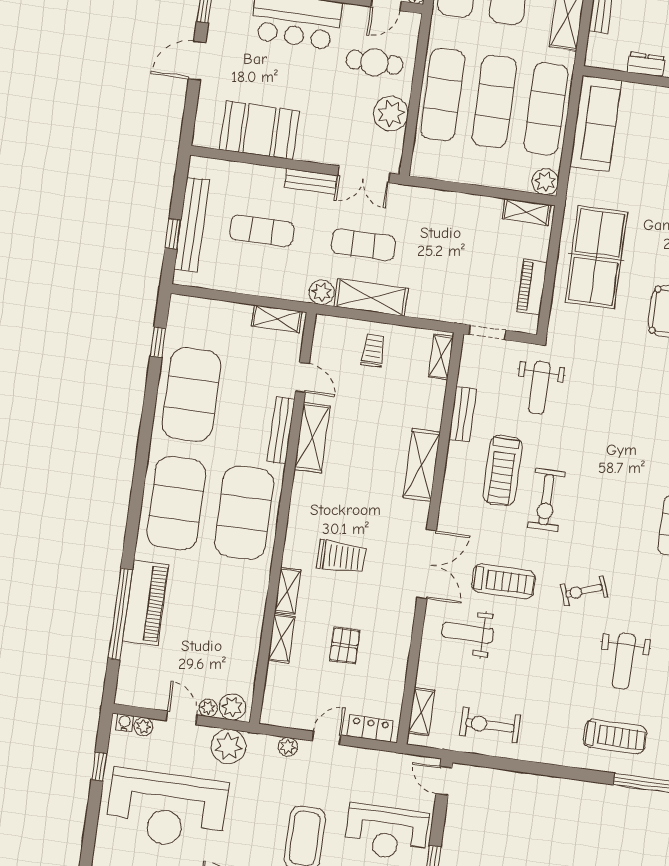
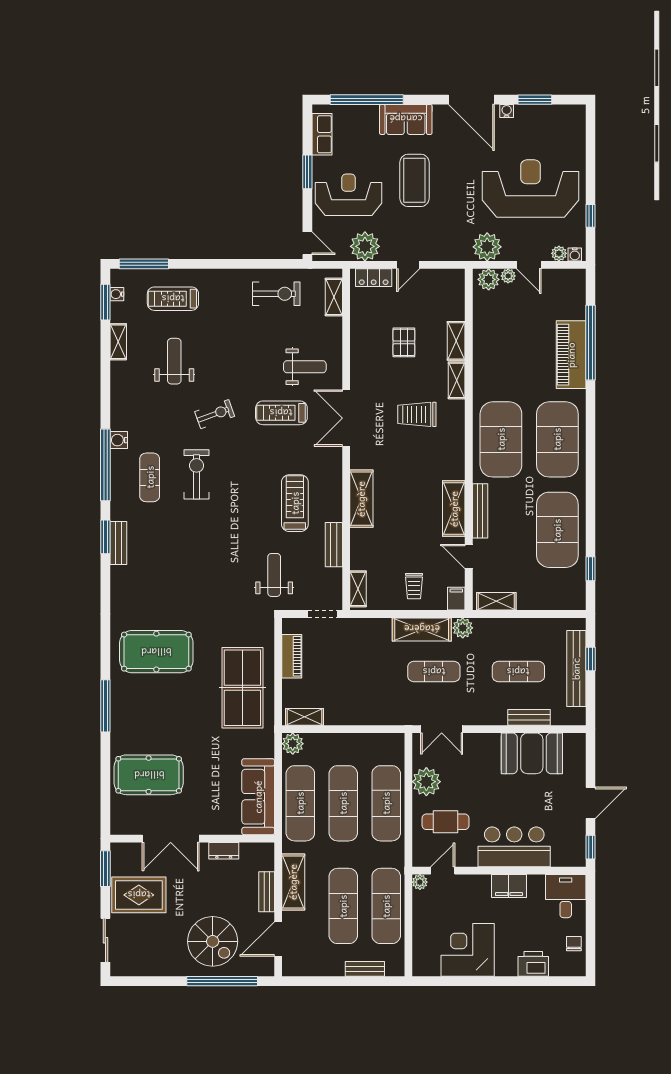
double door: (364, 174) -> (442, 729), swing flipped
bench: (311, 181) -> (529, 717), moved
filing cabinet: (324, 329) -> (456, 599), added
exercise bike: (546, 500) -> (196, 474), moved
plant: (288, 747) -> (365, 246), moved, width x1.88, depth x1.88

